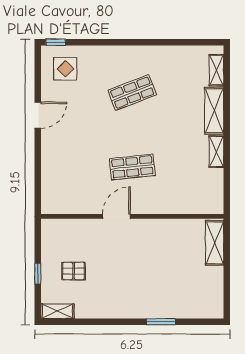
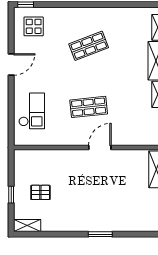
checkout: (63, 172) -> (32, 111), added
door: (117, 216) -> (100, 148), moved
window: (161, 322) -> (100, 234), moved

